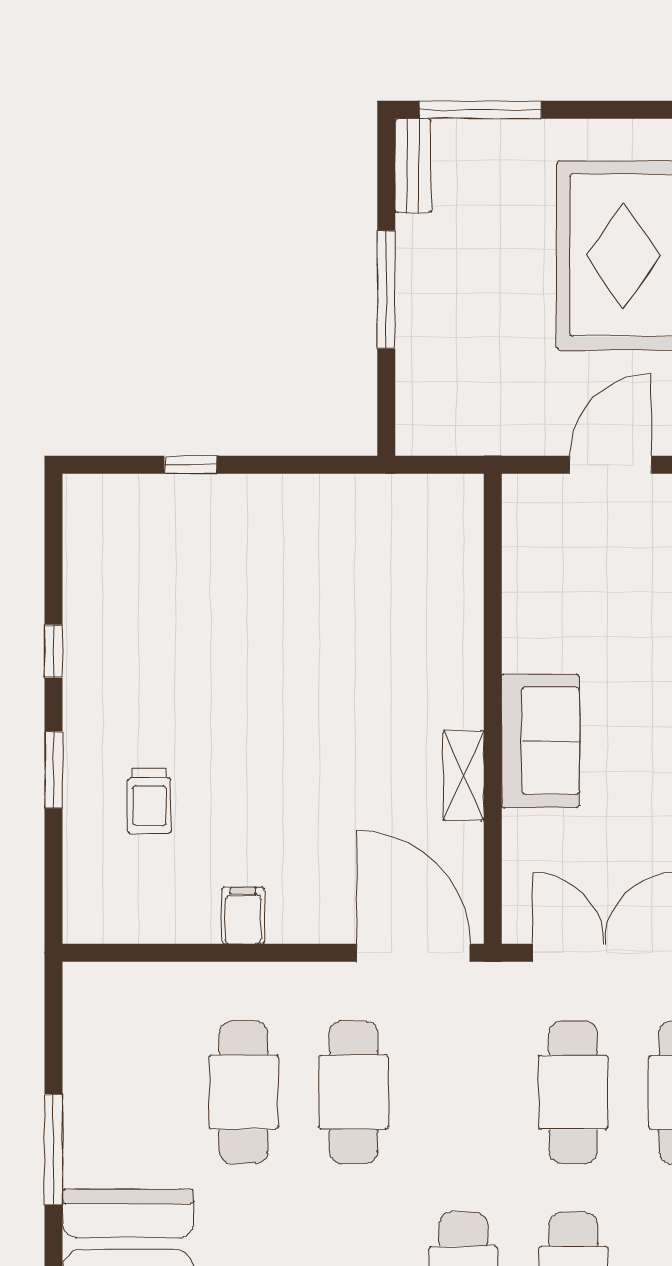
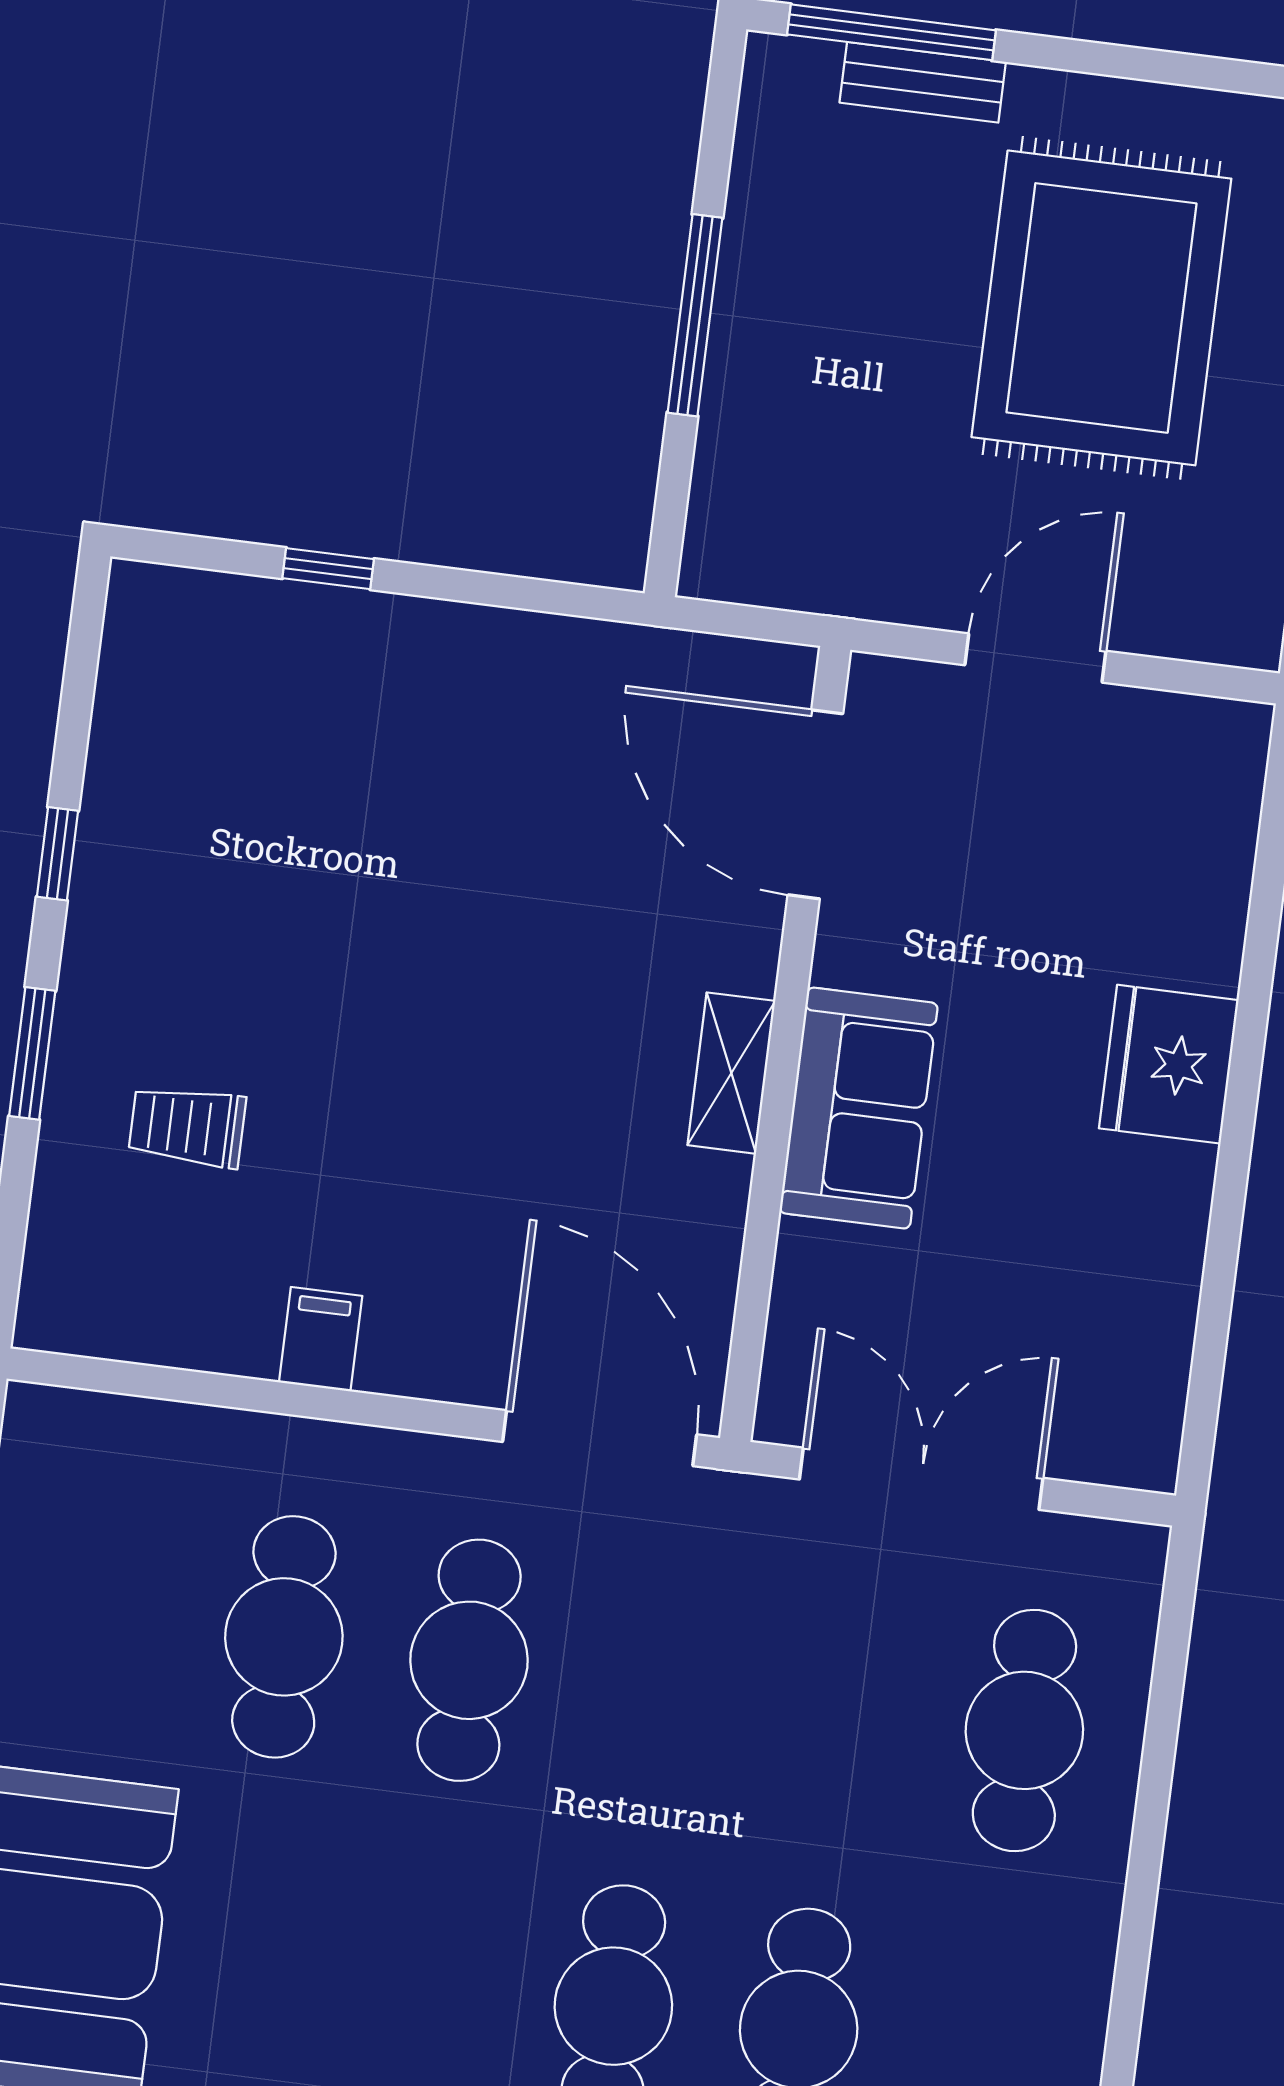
bench: (413, 166) -> (923, 82), moved, turned 90
door: (493, 567) -> (815, 804), added
shelving: (463, 775) -> (731, 1073), moved
trolley: (149, 801) -> (187, 1126), turned 90
cafe table: (573, 1092) -> (839, 1707), removed

